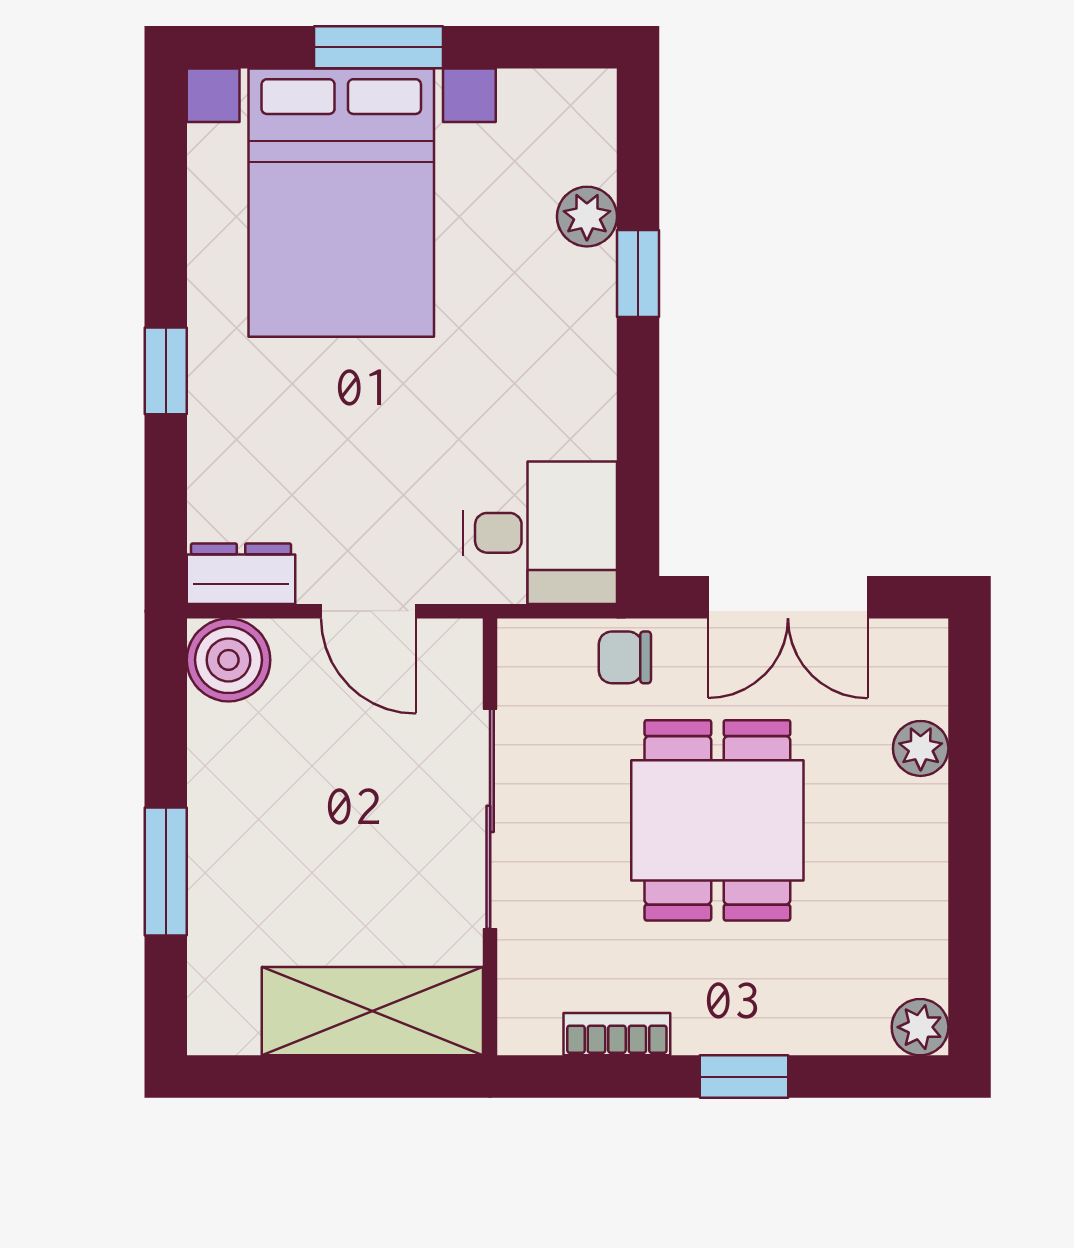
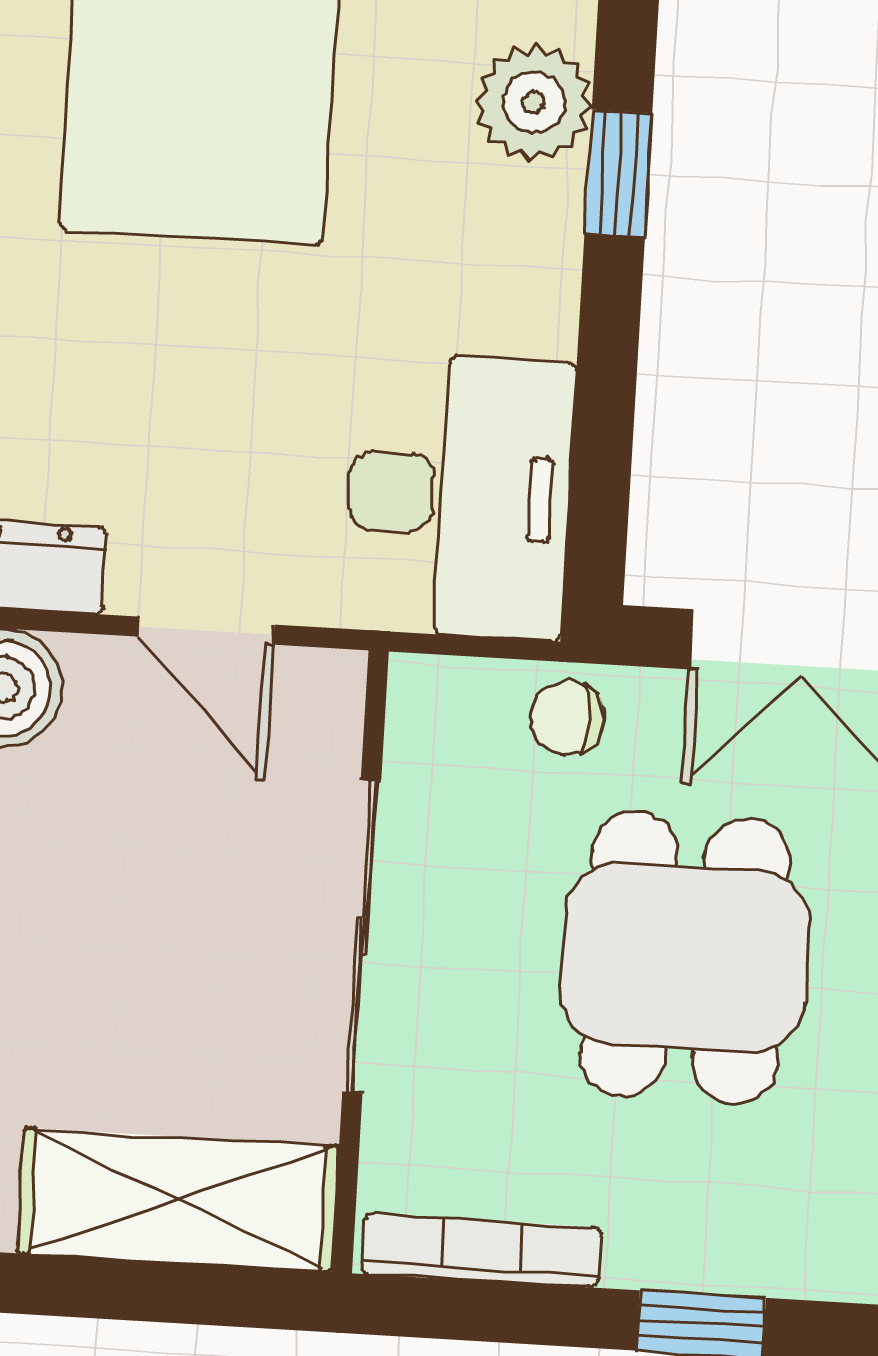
plant: (587, 217) -> (534, 103), width x1.38, depth x1.38
desk: (540, 533) -> (459, 496), width x1.37
bookcase: (617, 1034) -> (481, 1251), width x1.56

